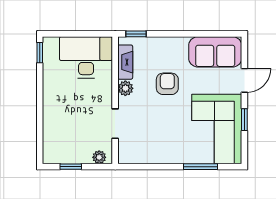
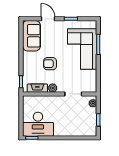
desk: (86, 57) -> (38, 124), moved, turned -90
corner sofa: (217, 129) -> (82, 49), moved, turned 90

